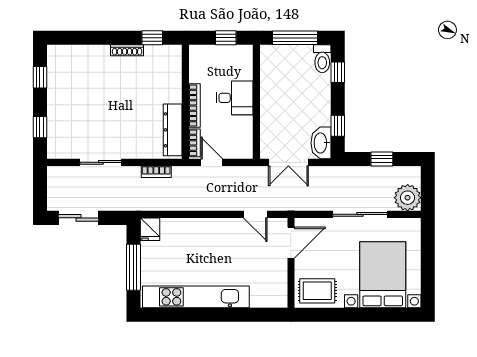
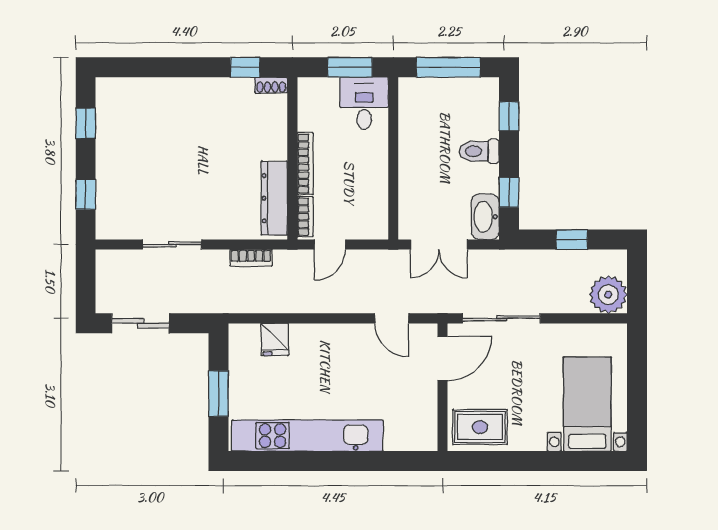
window: (226, 38) -> (350, 67), width x1.50
shoe rack: (127, 50) -> (271, 85), moved, width x0.70
toilet: (322, 59) -> (479, 151), moved, turned 90
desk: (235, 98) -> (364, 103), moved, turned -90
door: (212, 162) -> (330, 245), swing flipped
sliding door: (360, 214) -> (501, 318), moved
fridge: (150, 229) -> (275, 339), moved
window: (133, 267) -> (219, 394), width x0.69
bed with nightstands: (383, 275) -> (587, 404), width x0.73

